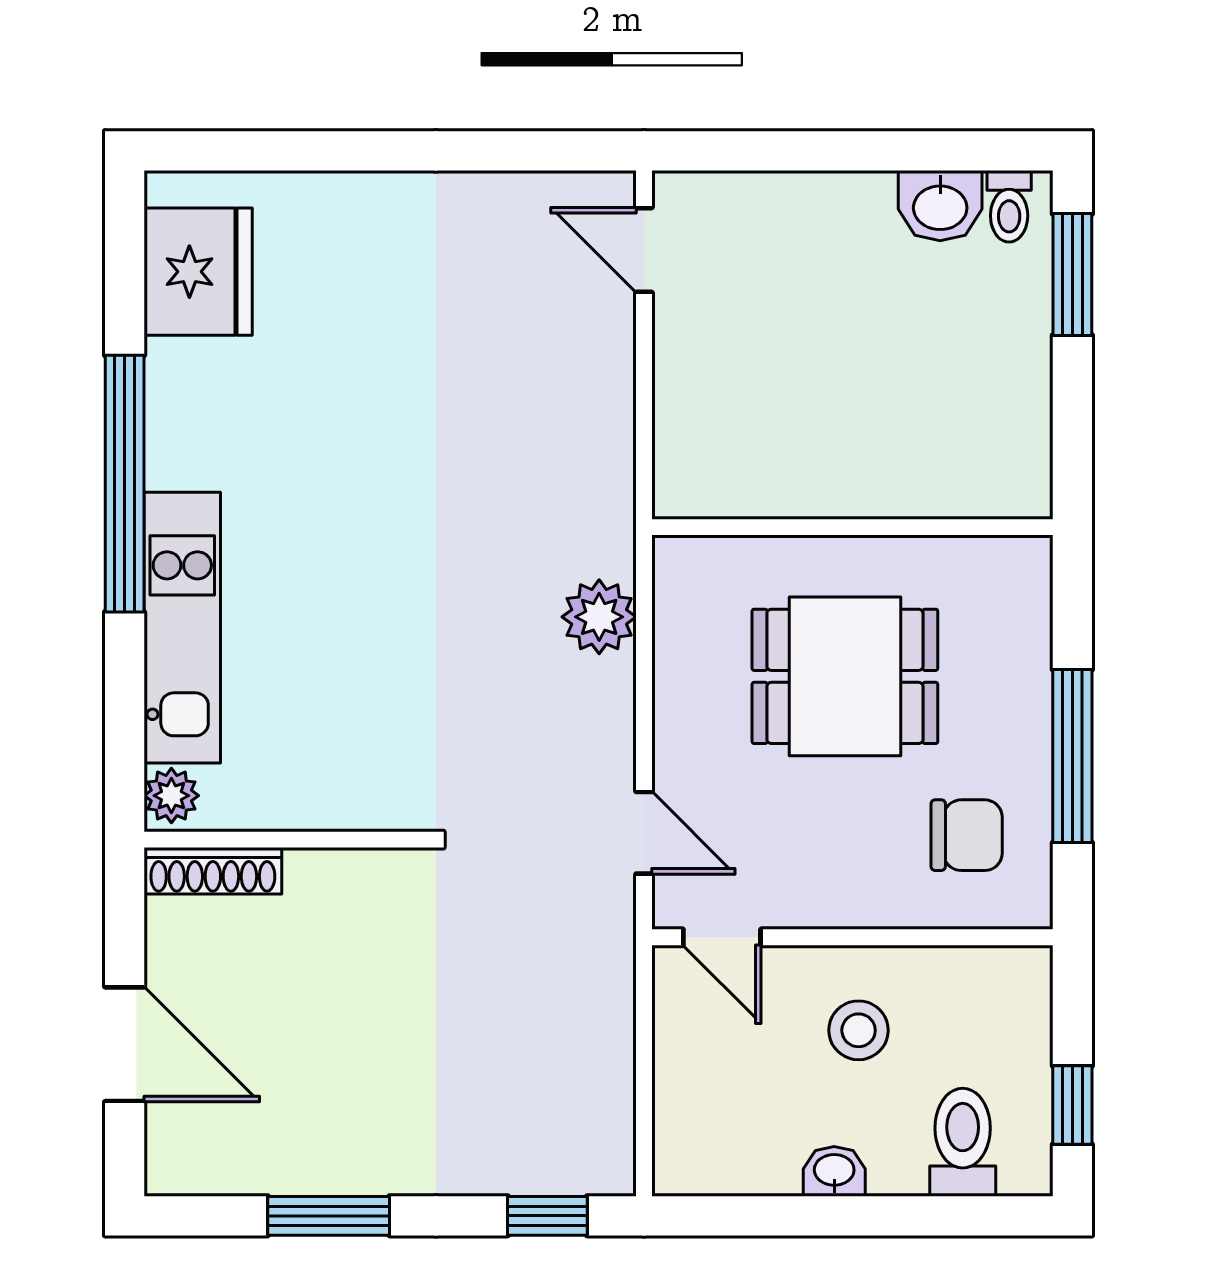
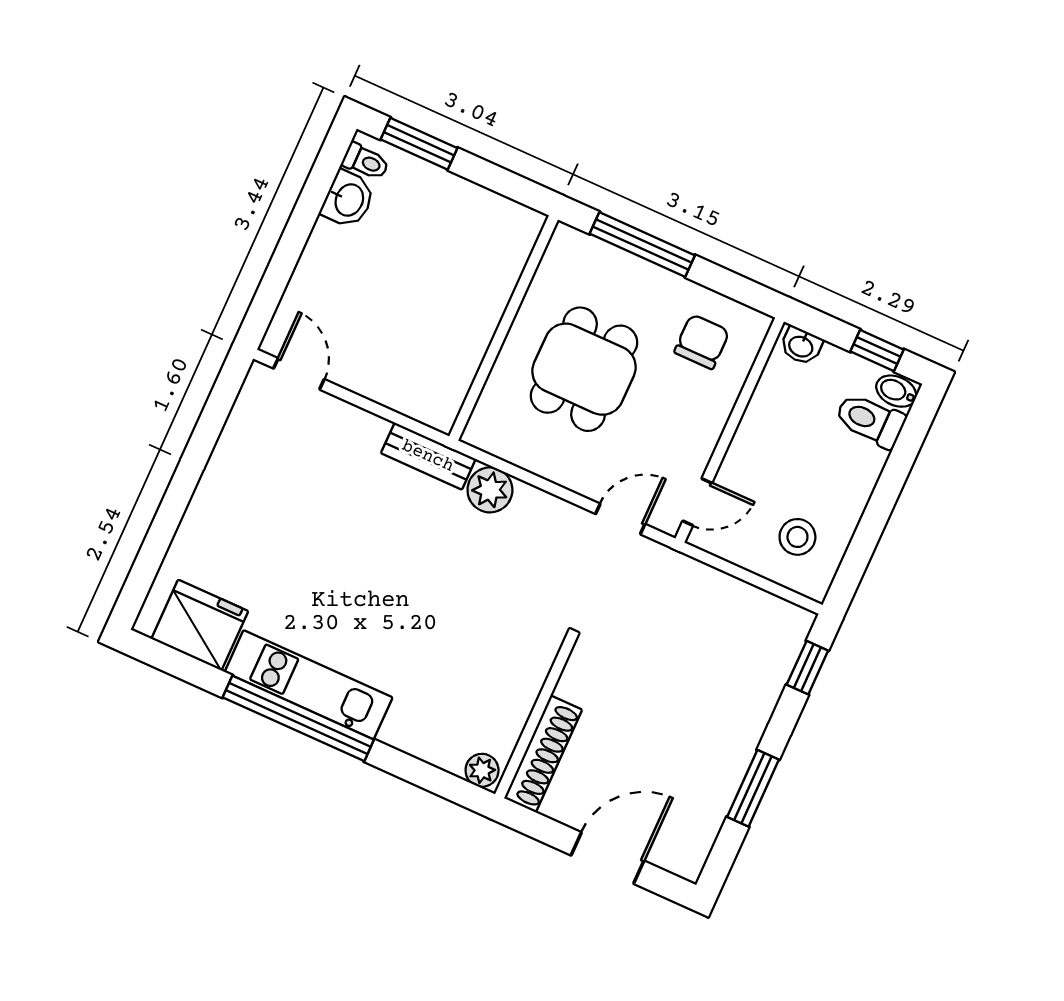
door: (644, 250) -> (299, 374), swing flipped
bench: (608, 501) -> (428, 456), added
kitchen unit: (182, 628) -> (309, 685), moved
window: (1072, 756) -> (642, 245), moved
shoe rack: (213, 871) -> (543, 754), width x1.36, depth x1.24
stool: (859, 1030) -> (797, 537), moved
bidet: (1024, 1162) -> (896, 391), added
washbasin: (834, 1171) -> (801, 346), moved, turned -90

